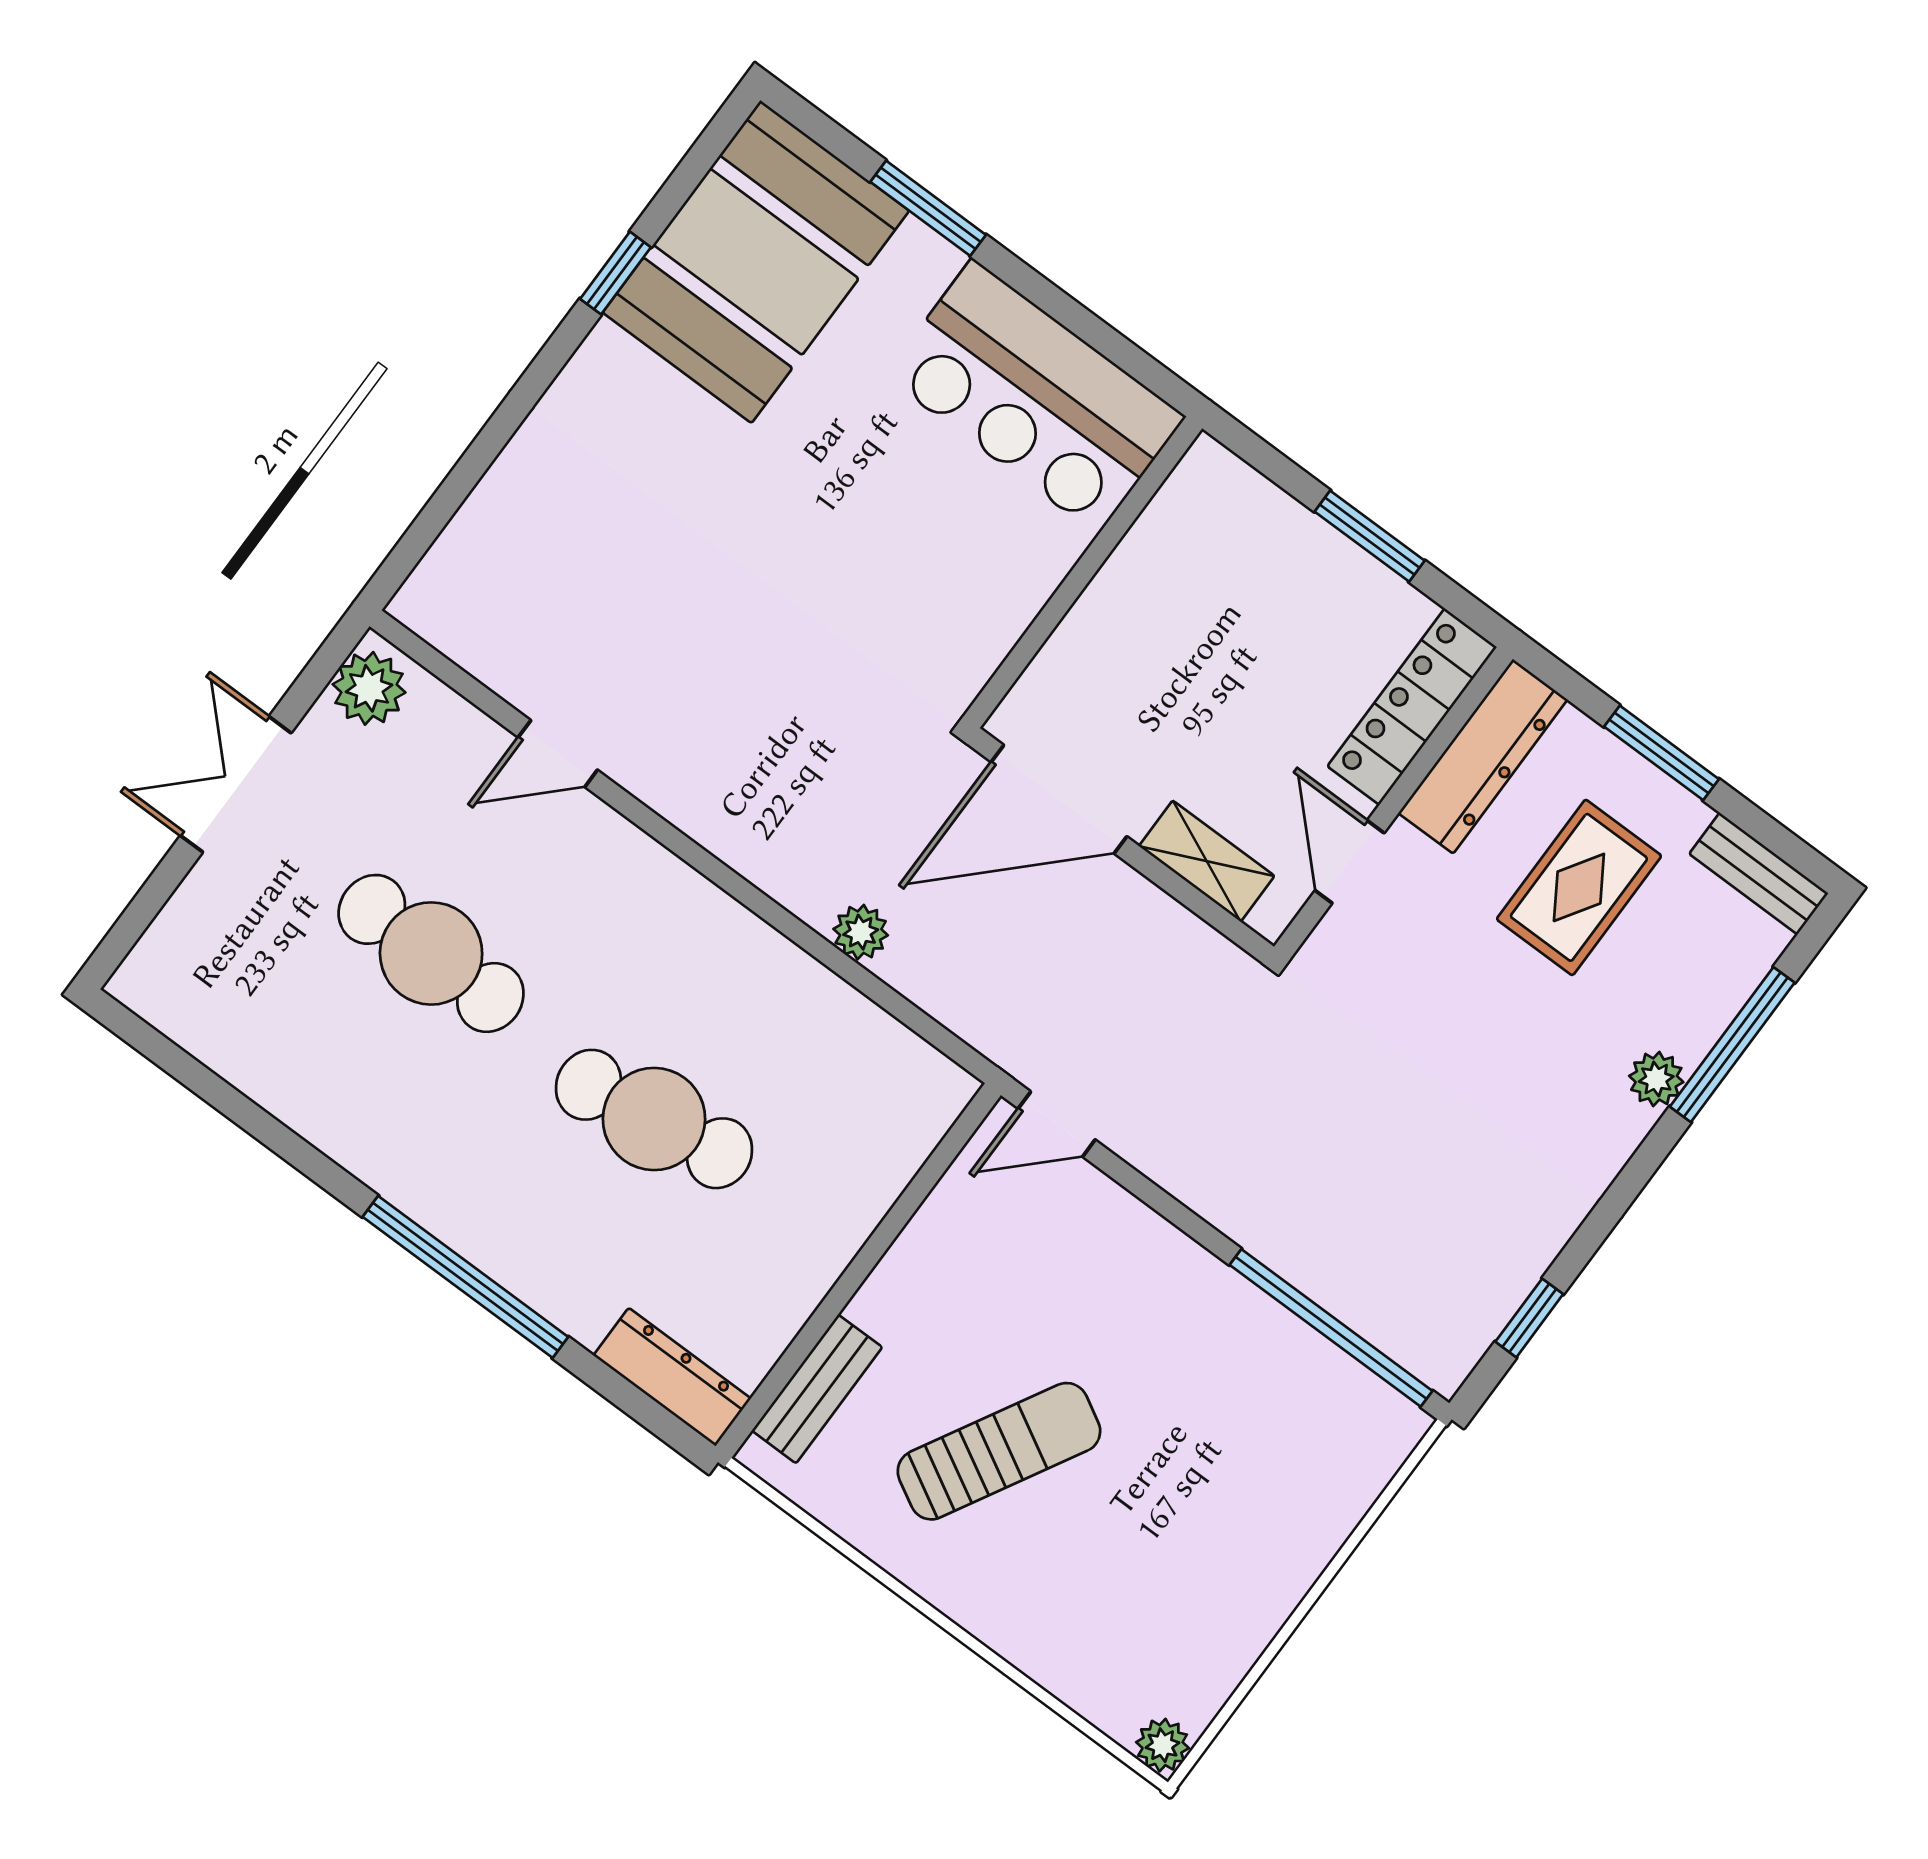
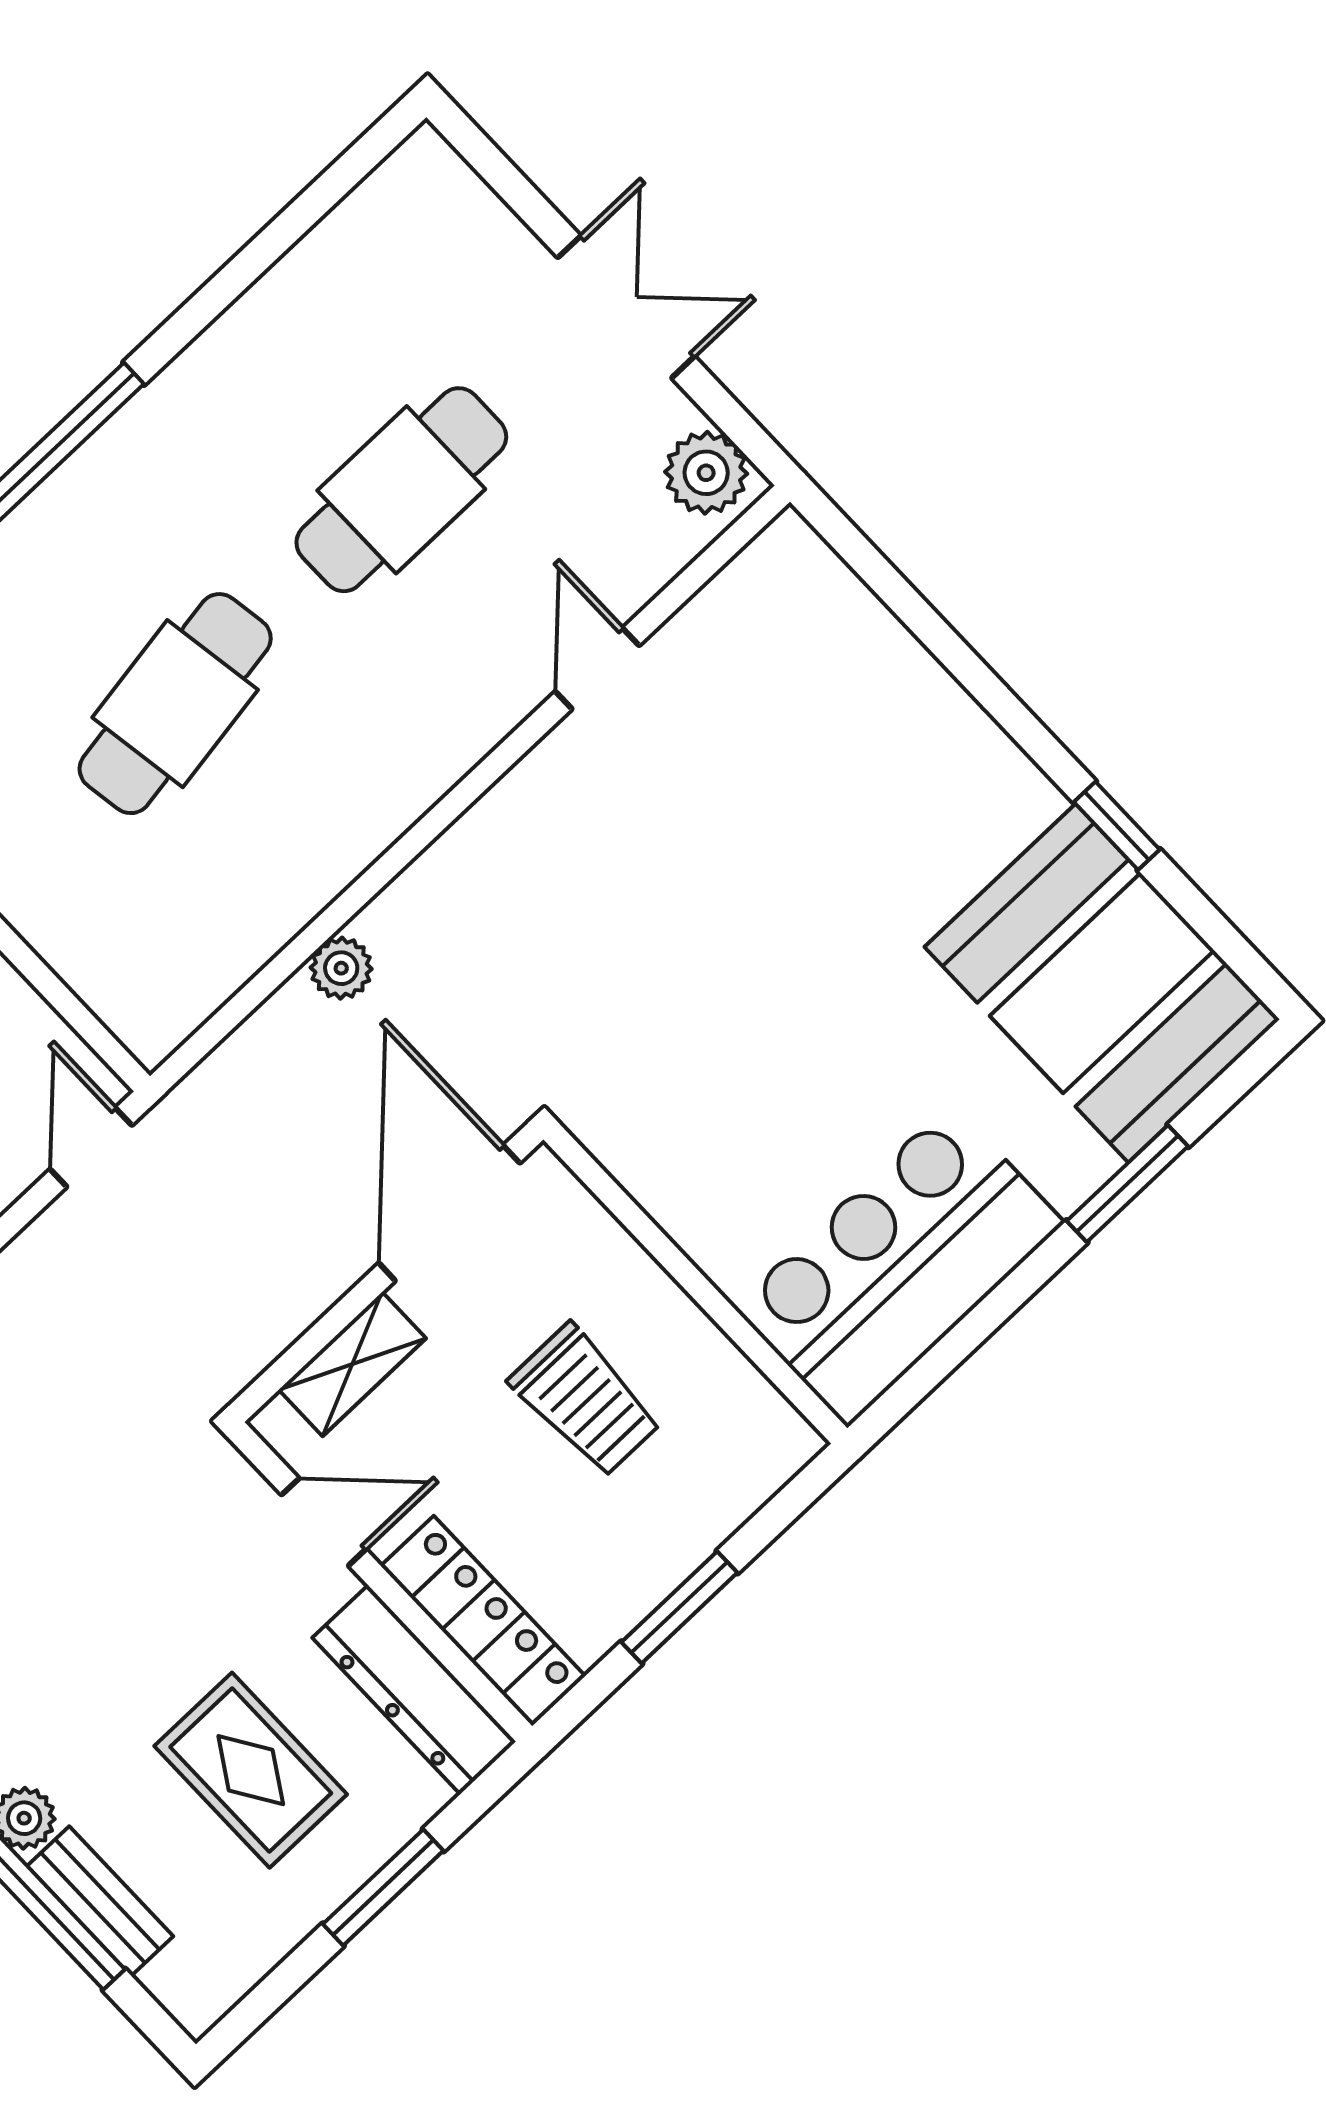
trolley: (1203, 651) -> (585, 1400), added
bench: (1759, 874) -> (100, 1901), moved, turned 90

